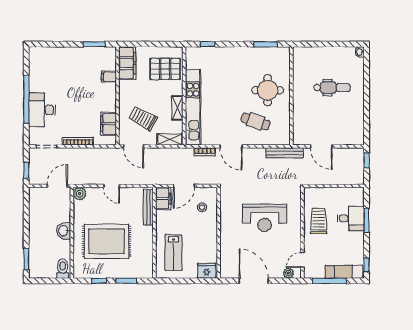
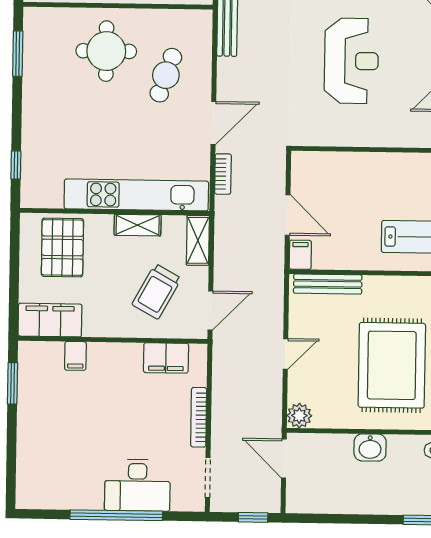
filing cabinet: (163, 198) -> (300, 255), width x0.50
stool: (202, 207) -> (329, 181), removed

